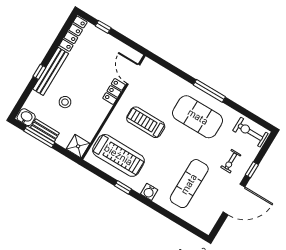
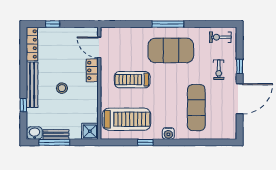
window: (39, 72) -> (23, 105), moved
stool: (65, 102) -> (62, 88), moved
exercise bike: (250, 132) -> (220, 37), width x0.73, depth x0.72

